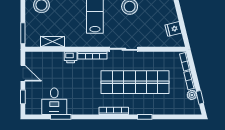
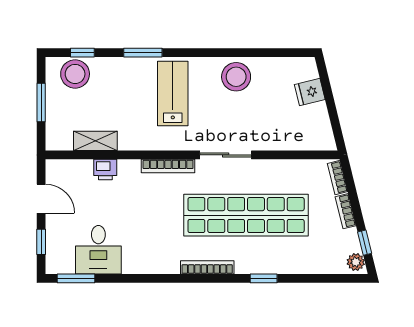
fridge: (173, 29) -> (310, 92), moved
window: (23, 33) -> (41, 103), moved
printer: (71, 57) -> (105, 170), moved
plant: (192, 95) -> (356, 262), moved
window: (61, 117) -> (76, 278), moved

